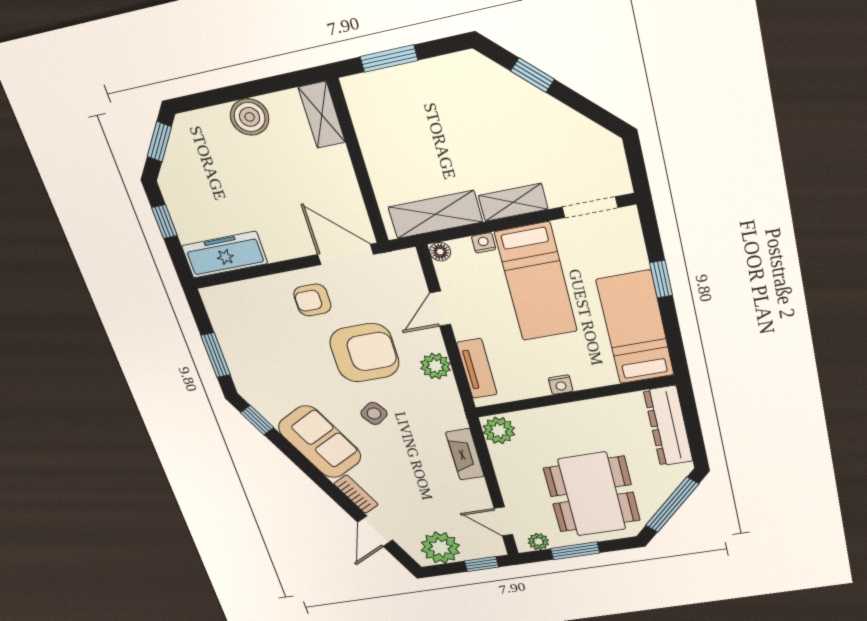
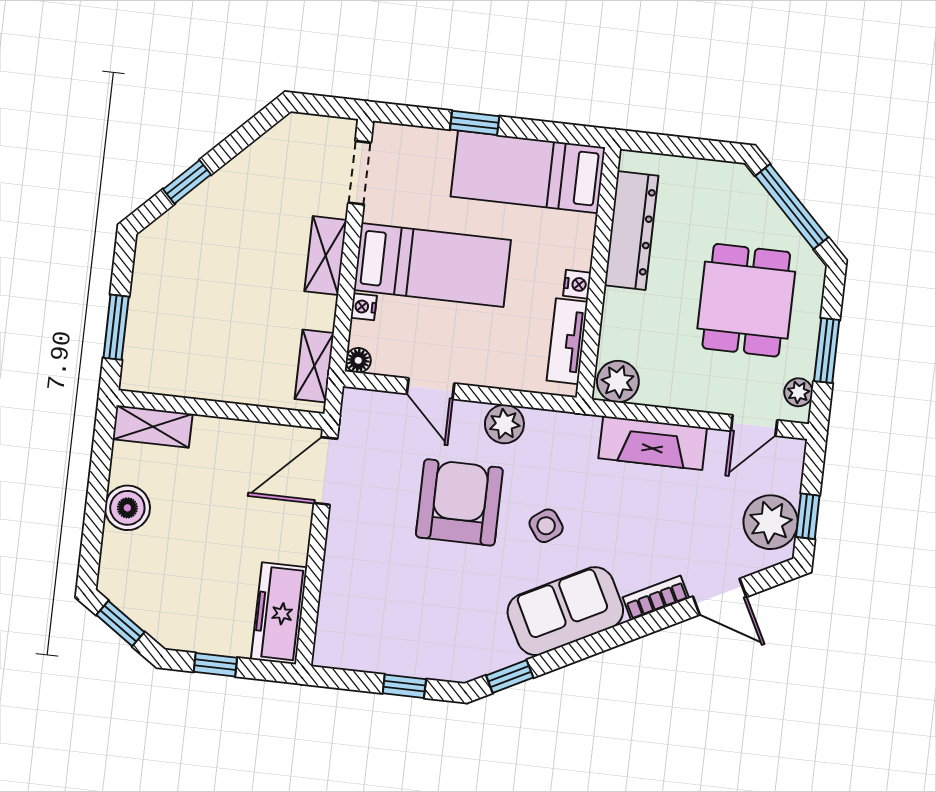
shelving: (435, 214) -> (314, 366), width x0.67, depth x0.75
armchair: (312, 300) -> (370, 535), removed
window: (216, 355) -> (404, 686), width x0.67
tv unit: (477, 368) -> (567, 341), moved, turned -90
dresser: (668, 426) -> (631, 231), moved, turned -90
fireplace: (465, 454) -> (653, 443), width x1.37, depth x1.32
dining table: (592, 494) -> (746, 300), width x0.73
window: (481, 564) -> (808, 516), moved

